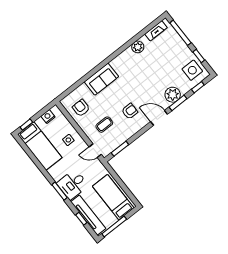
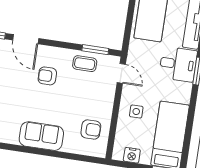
armchair: (81, 108) -> (91, 129), turned -90
coffee table: (104, 125) -> (85, 64), moved

